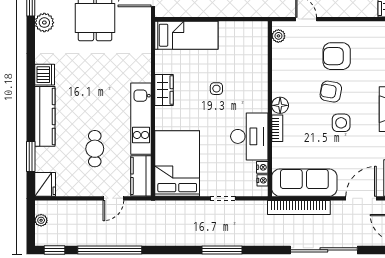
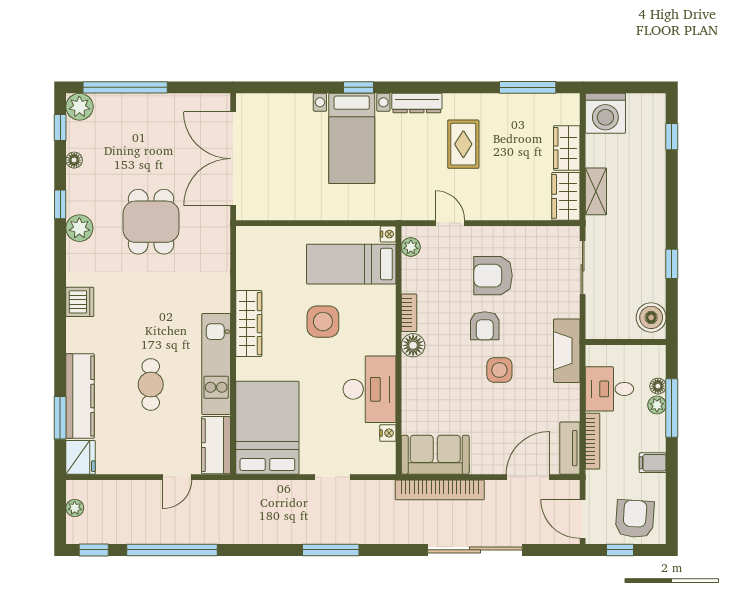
bed: (186, 35) -> (351, 264), moved, turned 180
side table: (216, 89) -> (323, 322), width x1.87, depth x1.87
wardrobe: (164, 90) -> (249, 324), width x1.50
armchair: (331, 92) -> (485, 326), turned -100
kitchen counter: (45, 116) -> (80, 396), moved
bookcase: (277, 128) -> (409, 313), moved
cafe table: (95, 149) -> (151, 384), moved
nightstand: (262, 180) -> (388, 234), moved
sofa: (304, 183) -> (435, 455), width x0.73

